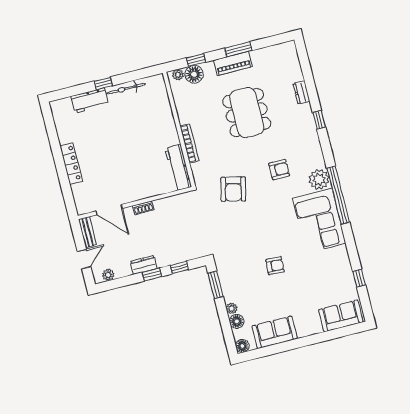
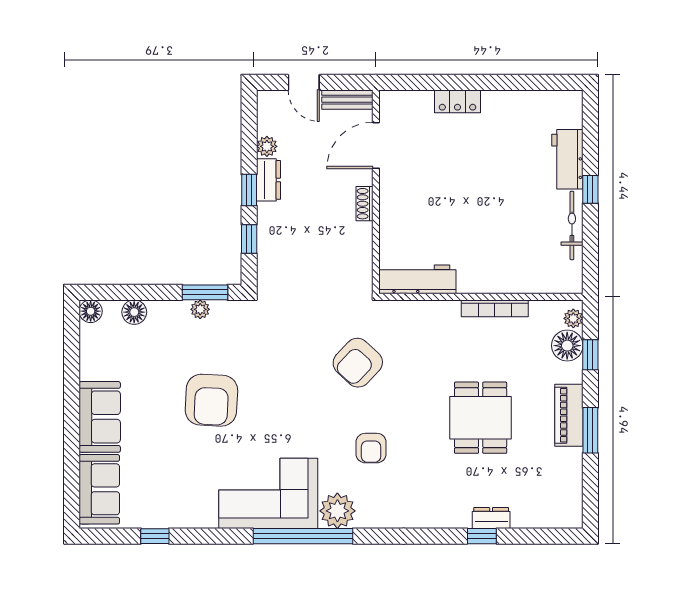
dining table: (247, 113) -> (481, 418), width x0.73
window: (319, 120) -> (482, 536), moved
bookcase: (189, 143) -> (495, 308), moved
locker: (71, 164) -> (458, 101), width x0.66
armchair: (233, 189) -> (358, 363), turned -60
armchair: (275, 266) -> (211, 400), width x1.88, depth x1.88
plant: (108, 275) -> (267, 146), moved
plant: (232, 308) -> (200, 309), moved
sofa: (275, 332) -> (100, 417), moved

